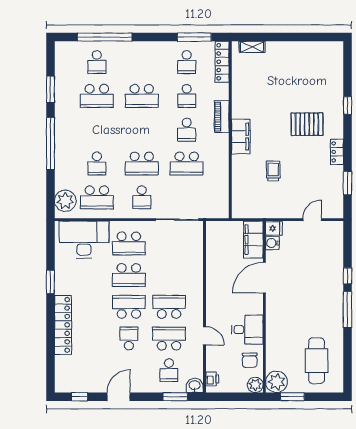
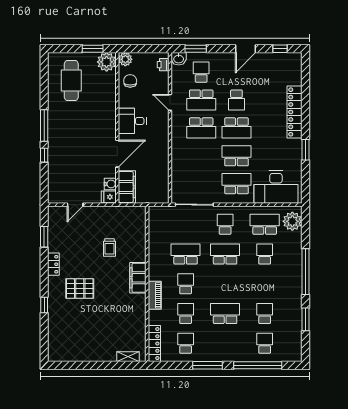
window: (194, 37) -> (207, 365), moved
school desk: (97, 96) -> (265, 313), width x0.54
desk: (247, 330) -> (132, 121), moved

